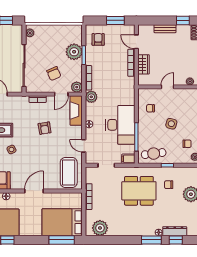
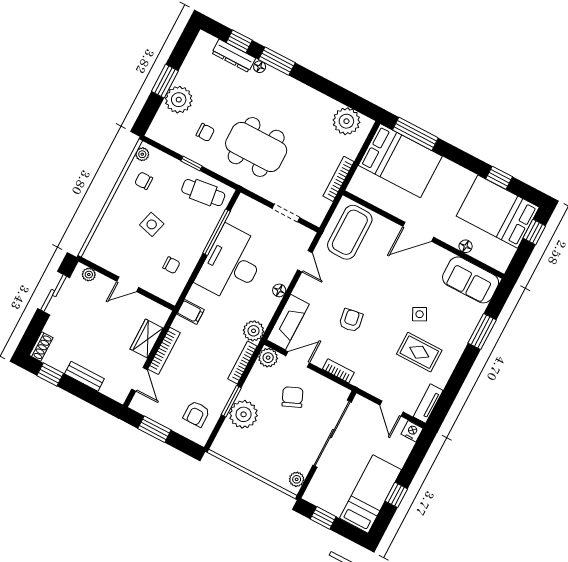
filing cabinet: (128, 159) -> (190, 312), moved

